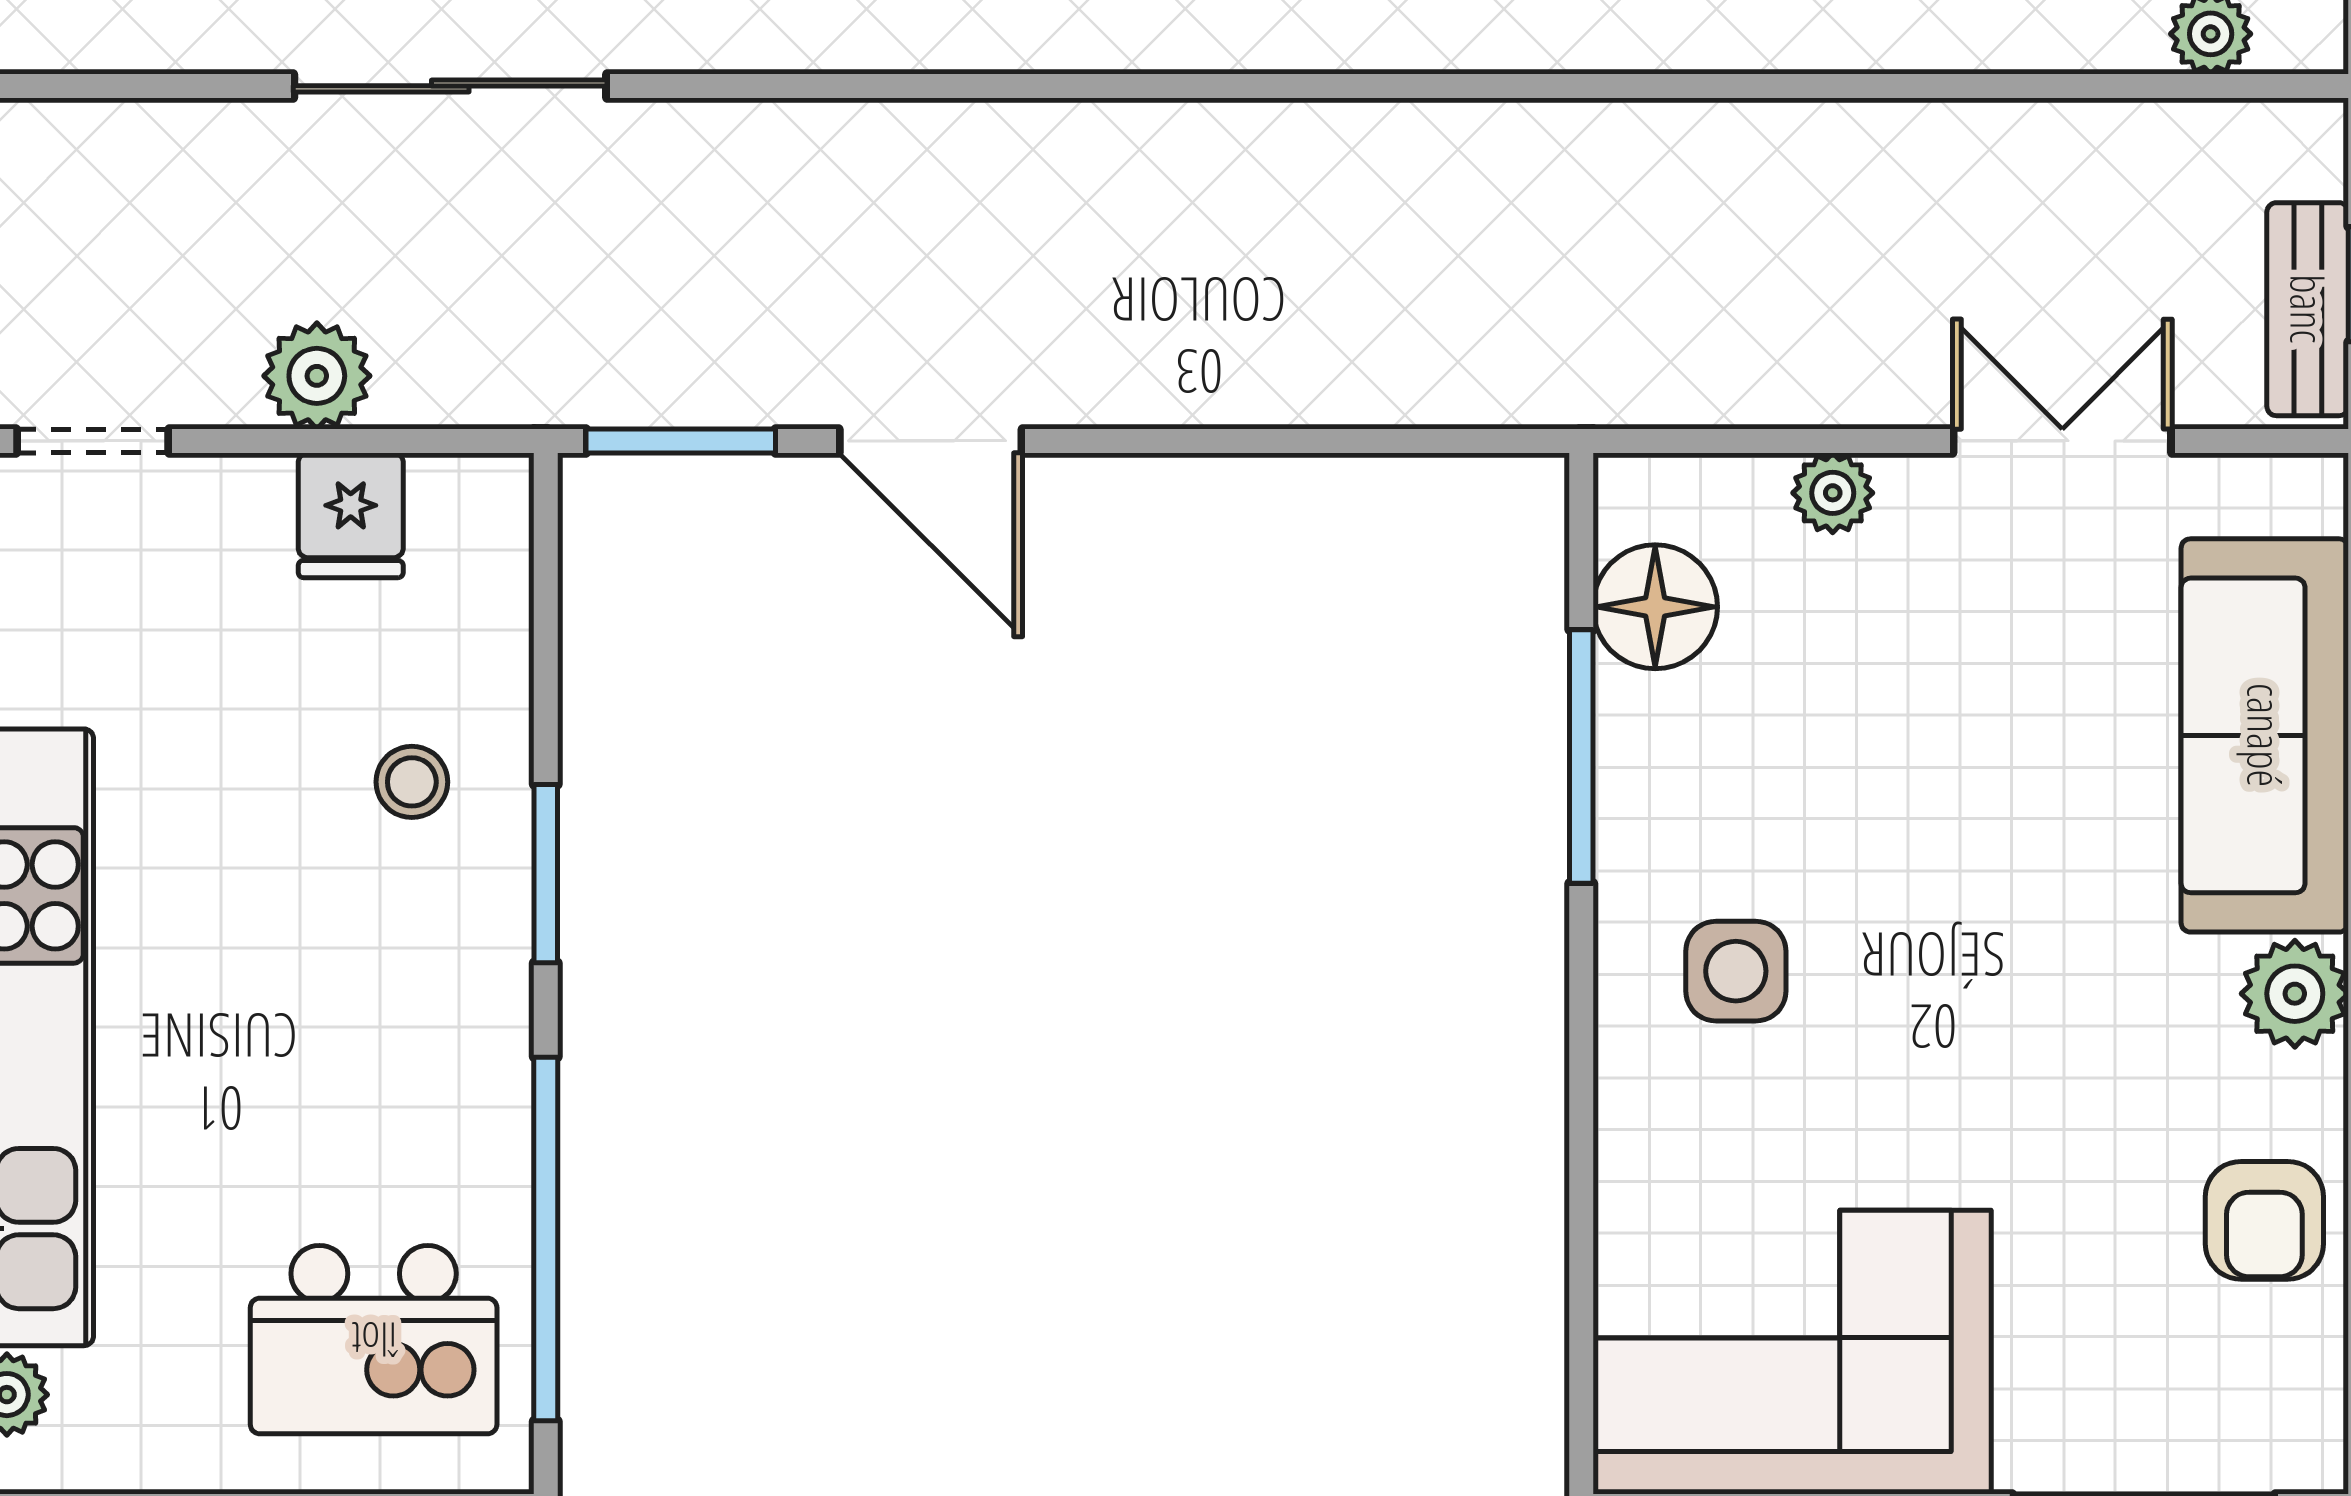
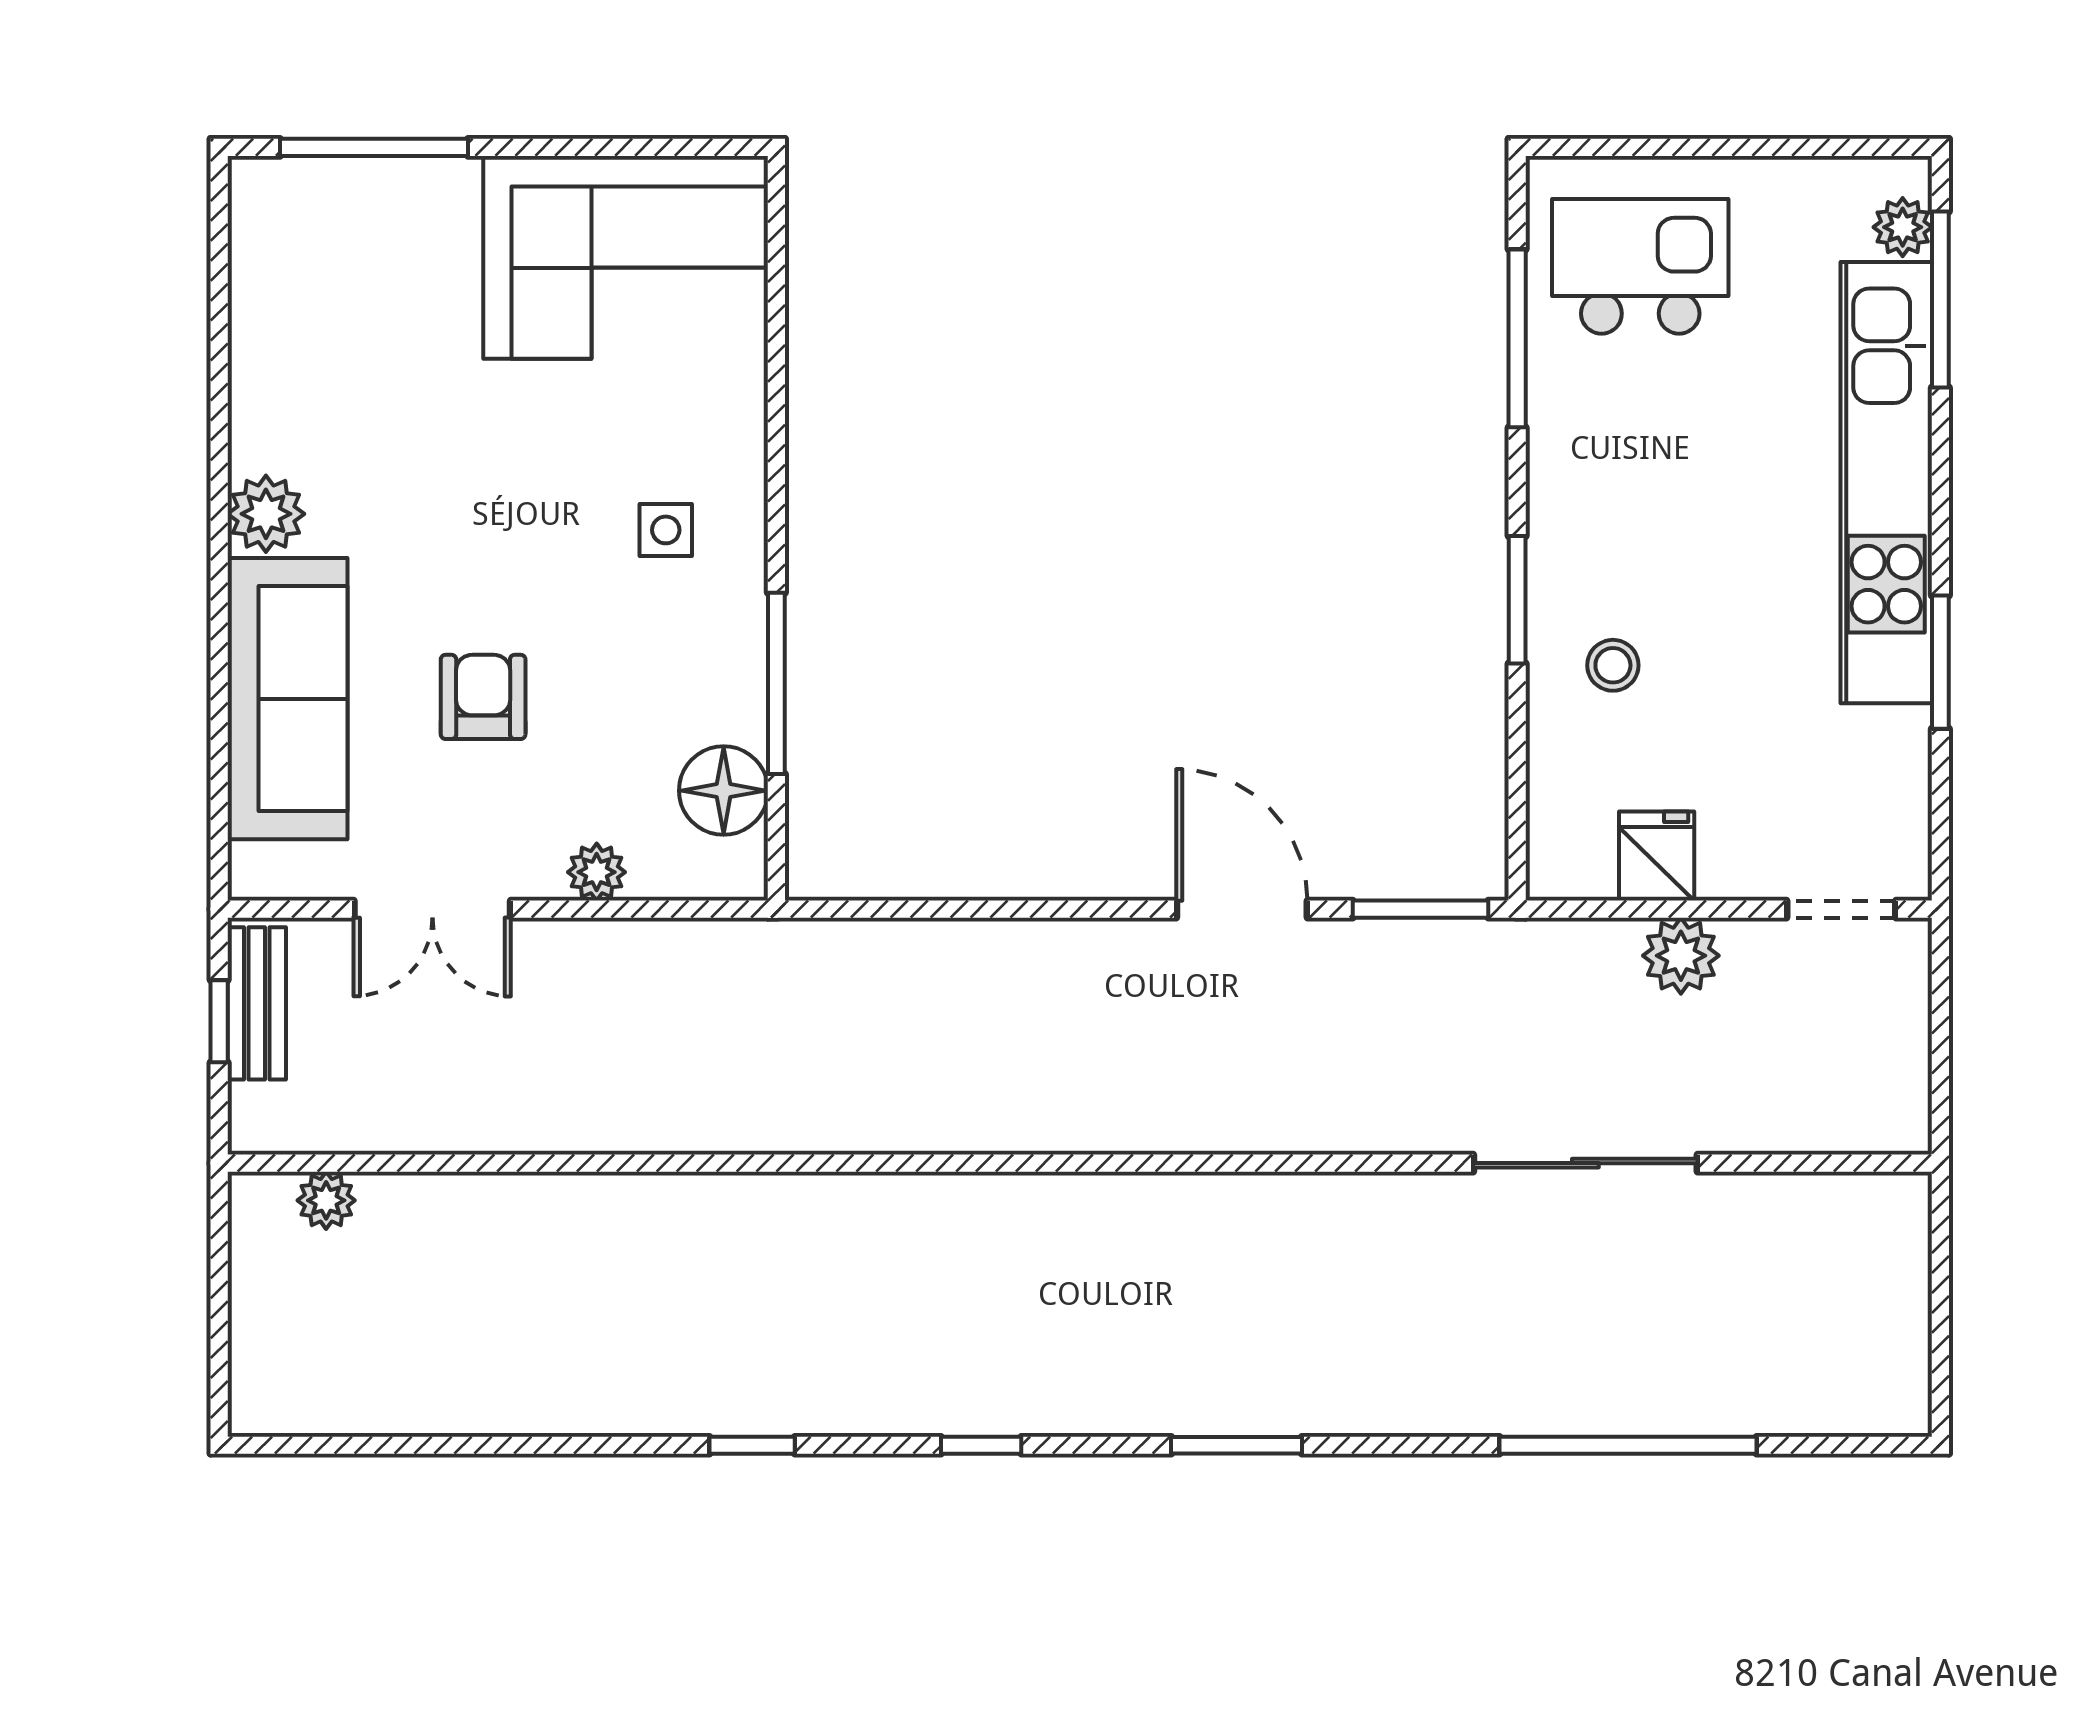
side table: (1736, 971) -> (666, 530), width x0.73, depth x0.73
armchair: (2264, 1220) -> (483, 697), moved
window: (546, 1239) -> (1517, 338), width x0.68

